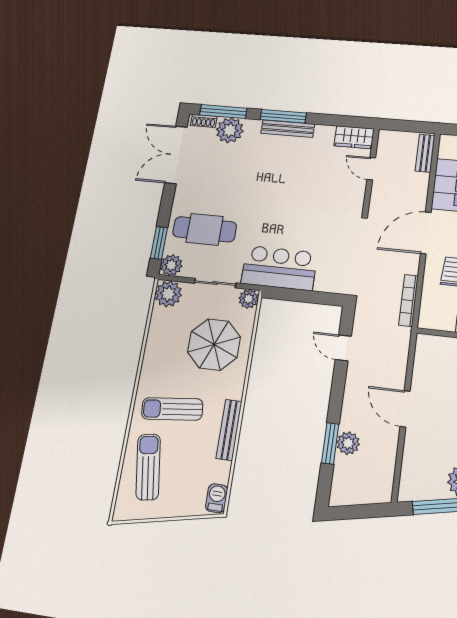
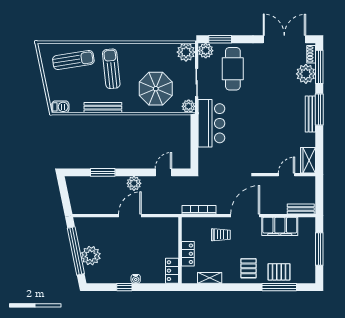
door: (426, 233) -> (245, 216), hinge flipped
plant: (348, 443) -> (134, 183), moved

